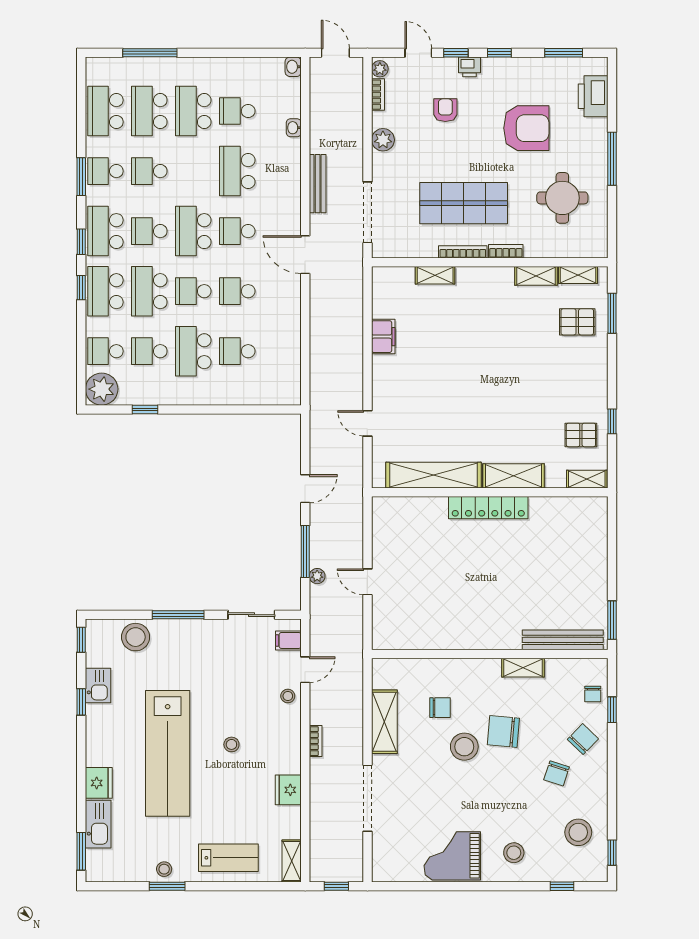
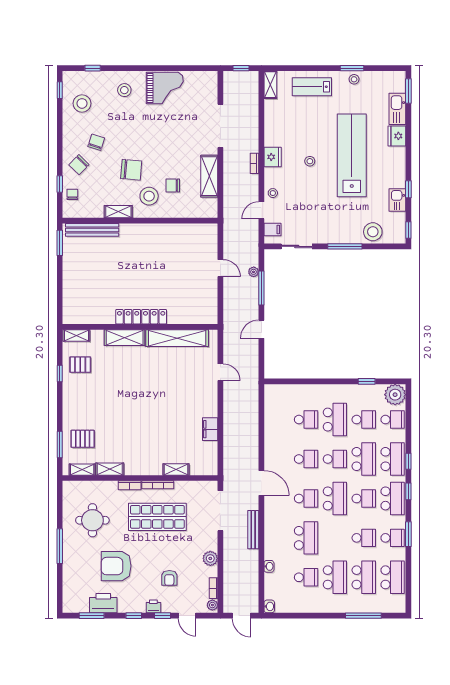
printer: (593, 96) -> (103, 603), moved, turned -90
stool: (464, 747) -> (149, 196), moved
fridge: (288, 790) -> (273, 157), moved

